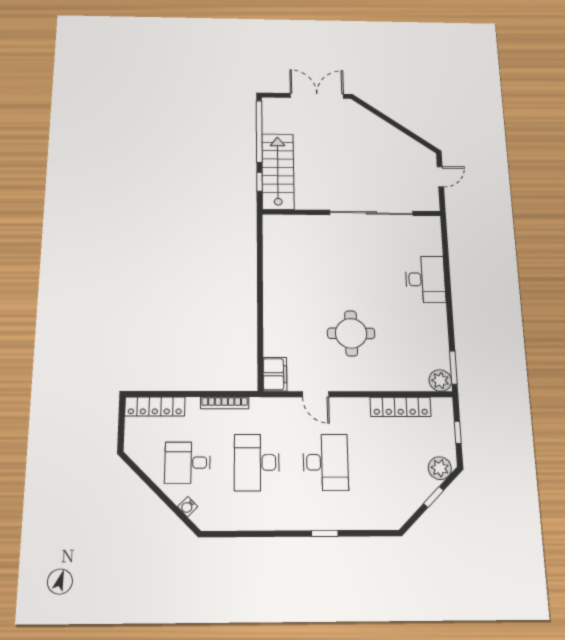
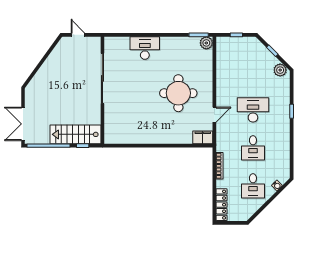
double door: (317, 96) -> (23, 124), moved
round table: (351, 333) -> (178, 93), width x1.36, depth x1.36
locker: (401, 407) -> (222, 67), removed
desk: (257, 462) -> (253, 148), width x0.73
plant: (440, 468) -> (280, 70), moved

